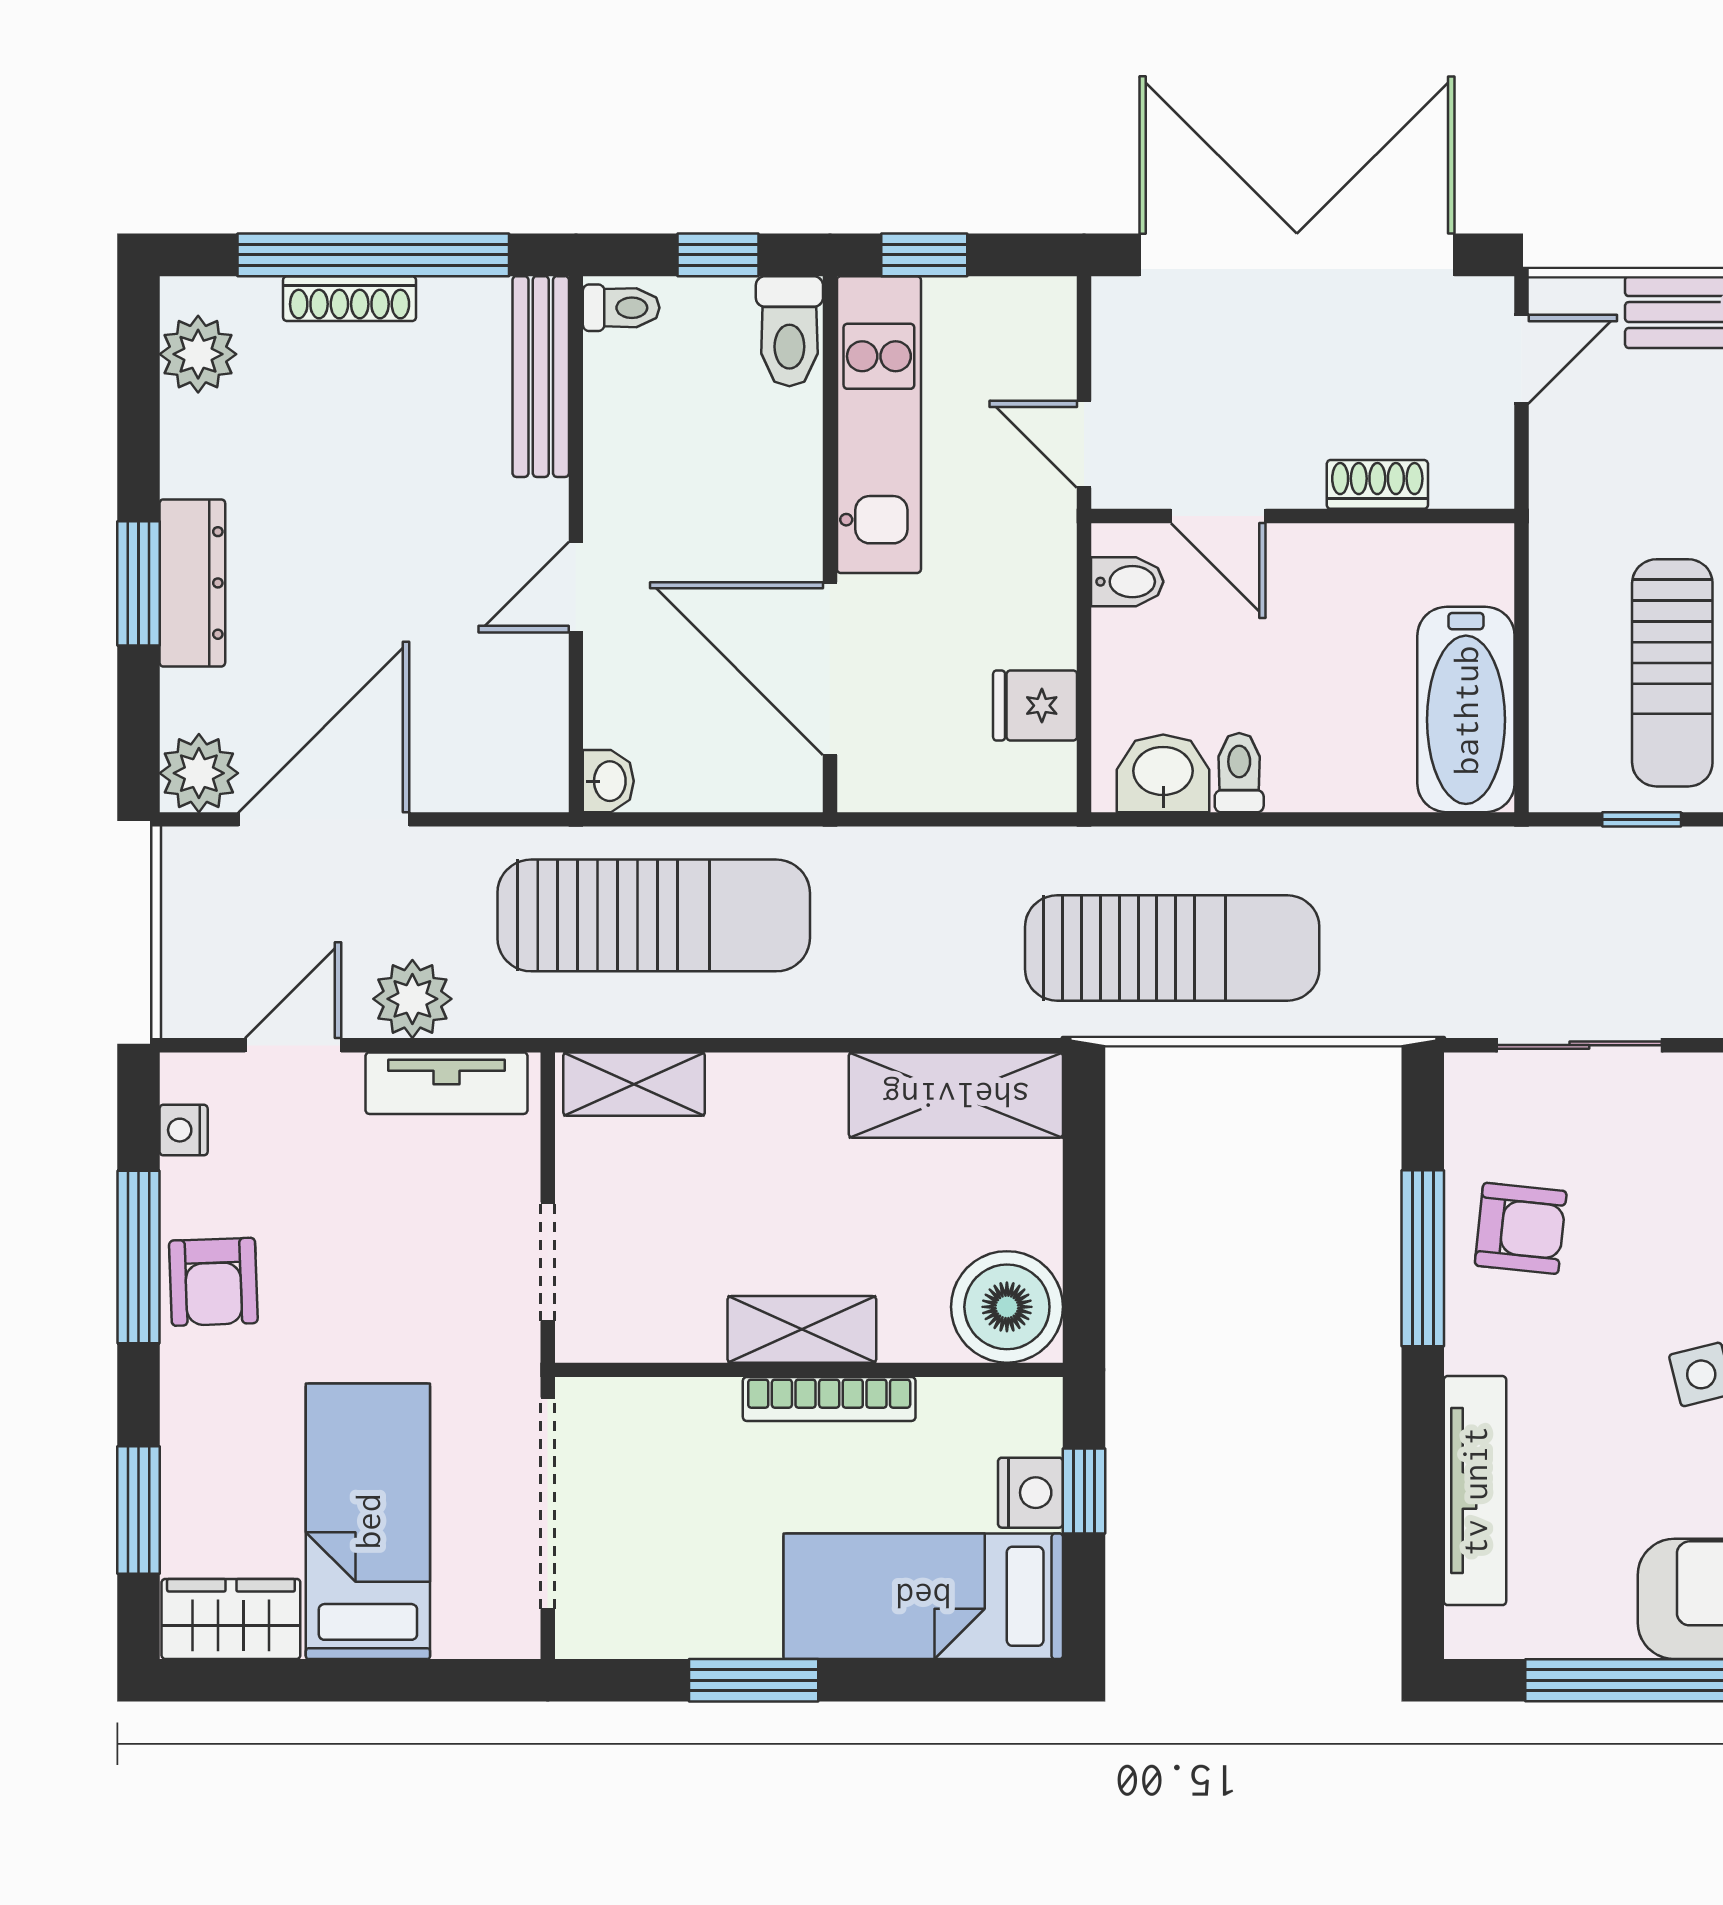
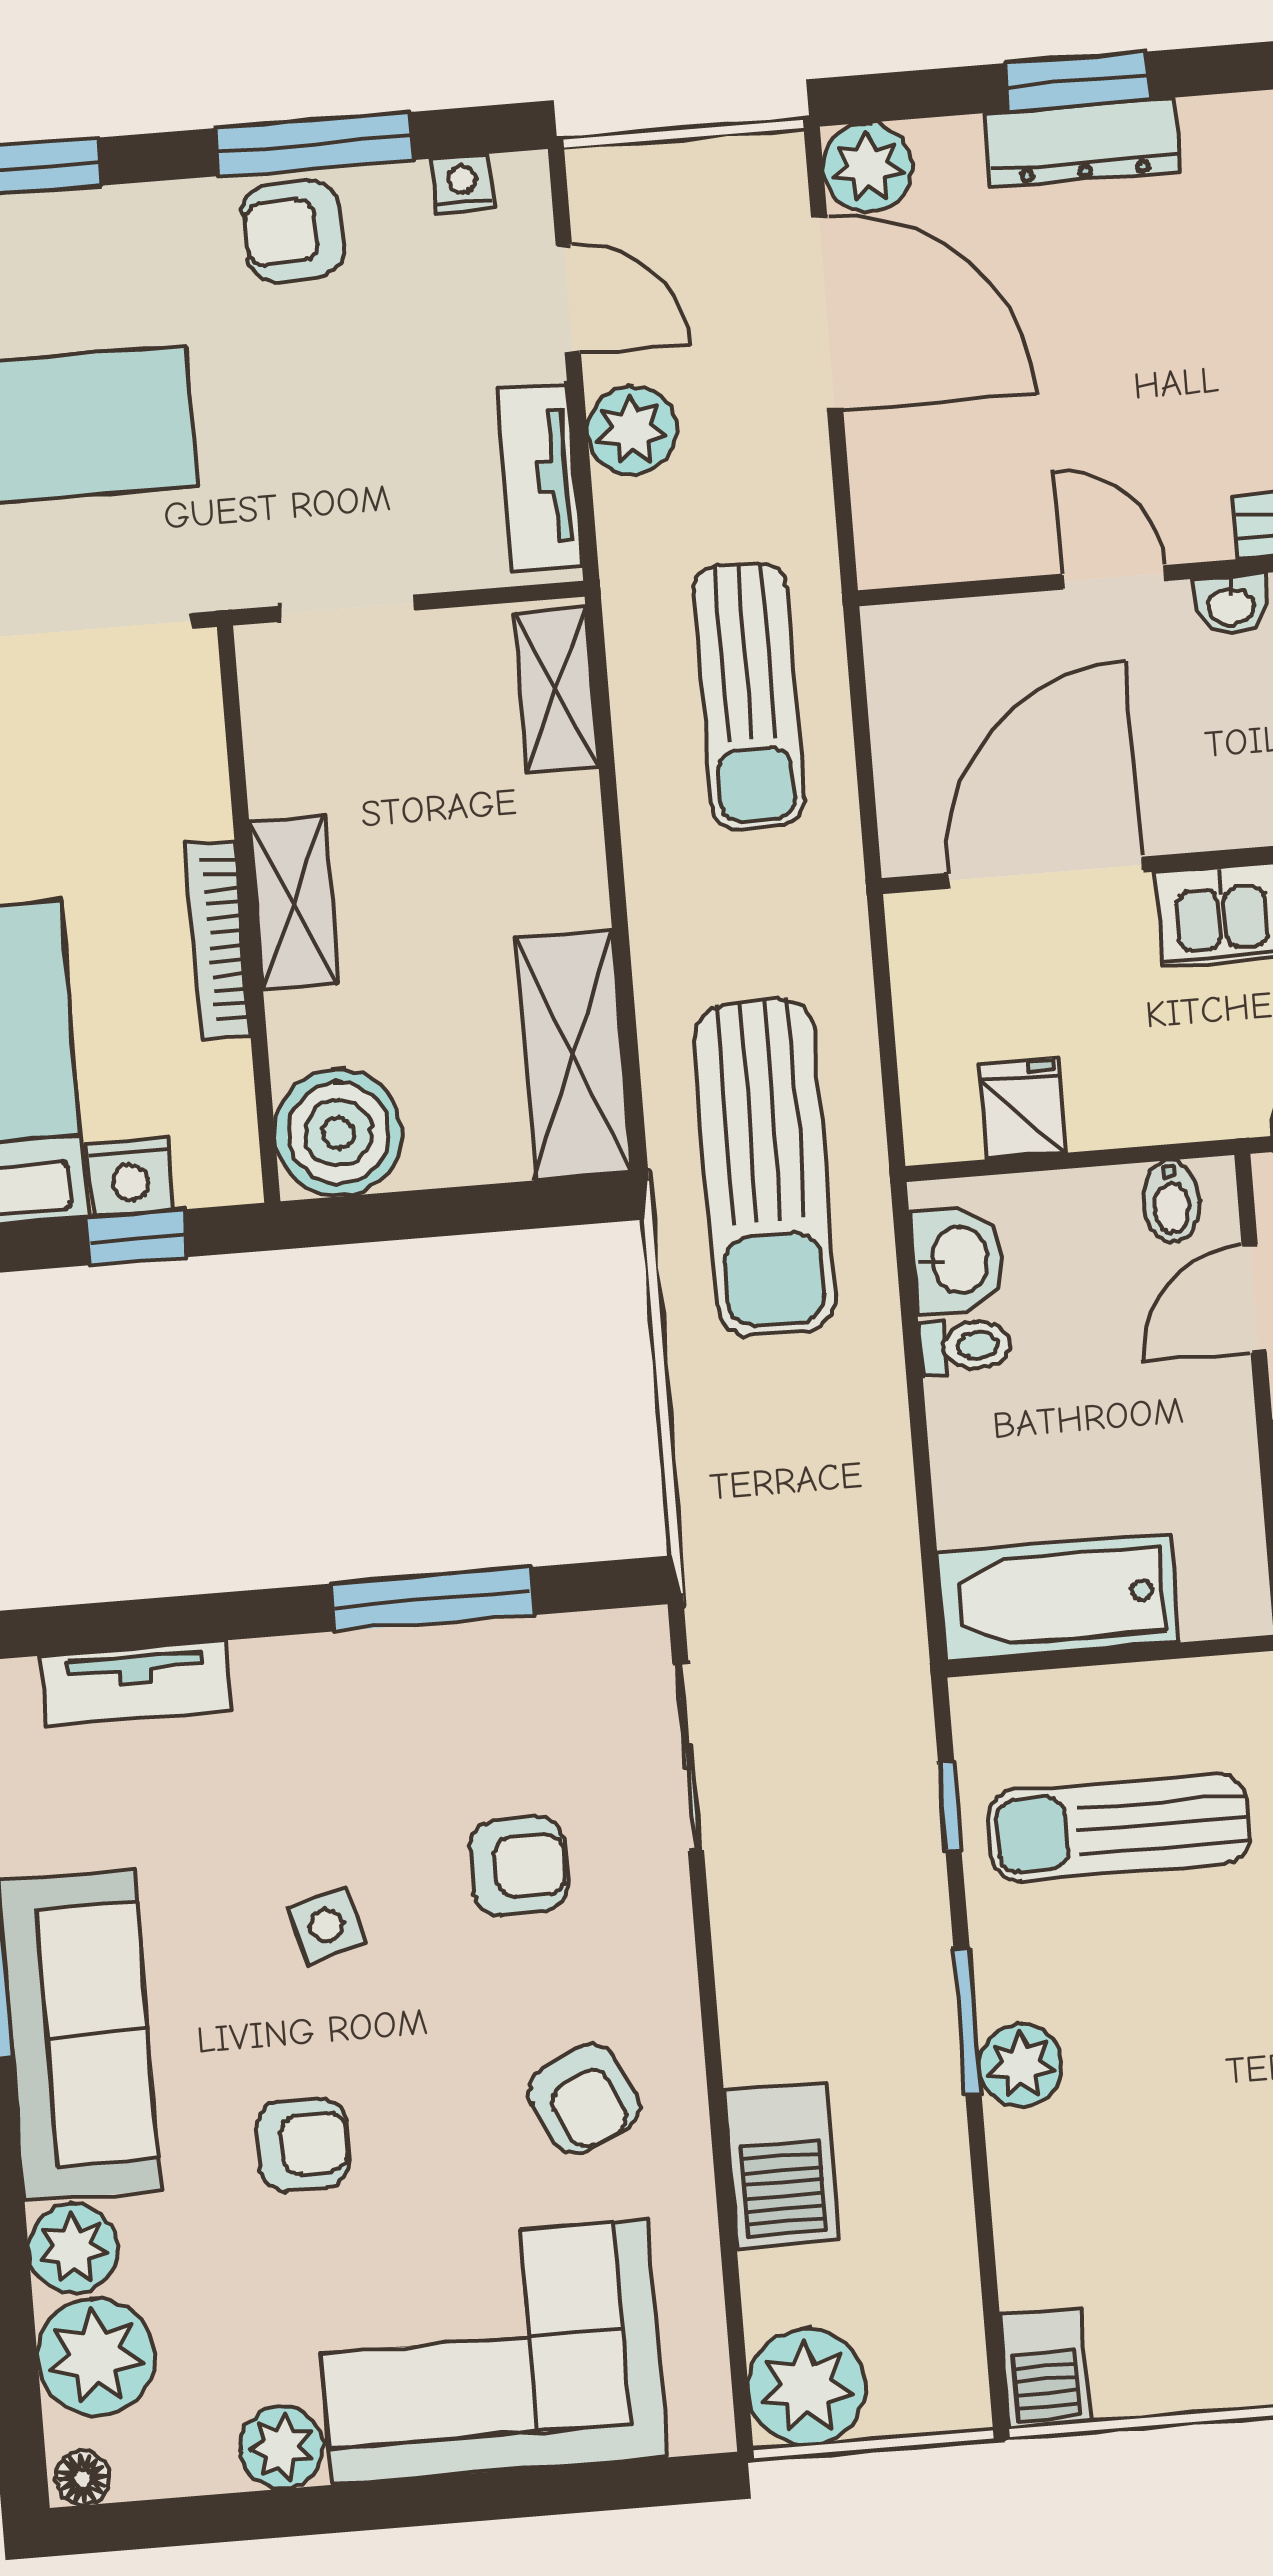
washbasin: (608, 781) -> (1231, 605), moved
sun lounger: (654, 915) -> (749, 696), width x0.73, depth x0.75
sun lounger: (1172, 948) -> (765, 1168), moved
armchair: (1521, 1228) -> (519, 1866), moved, turned -96
tv unit: (1475, 1491) -> (136, 1683), width x0.71

